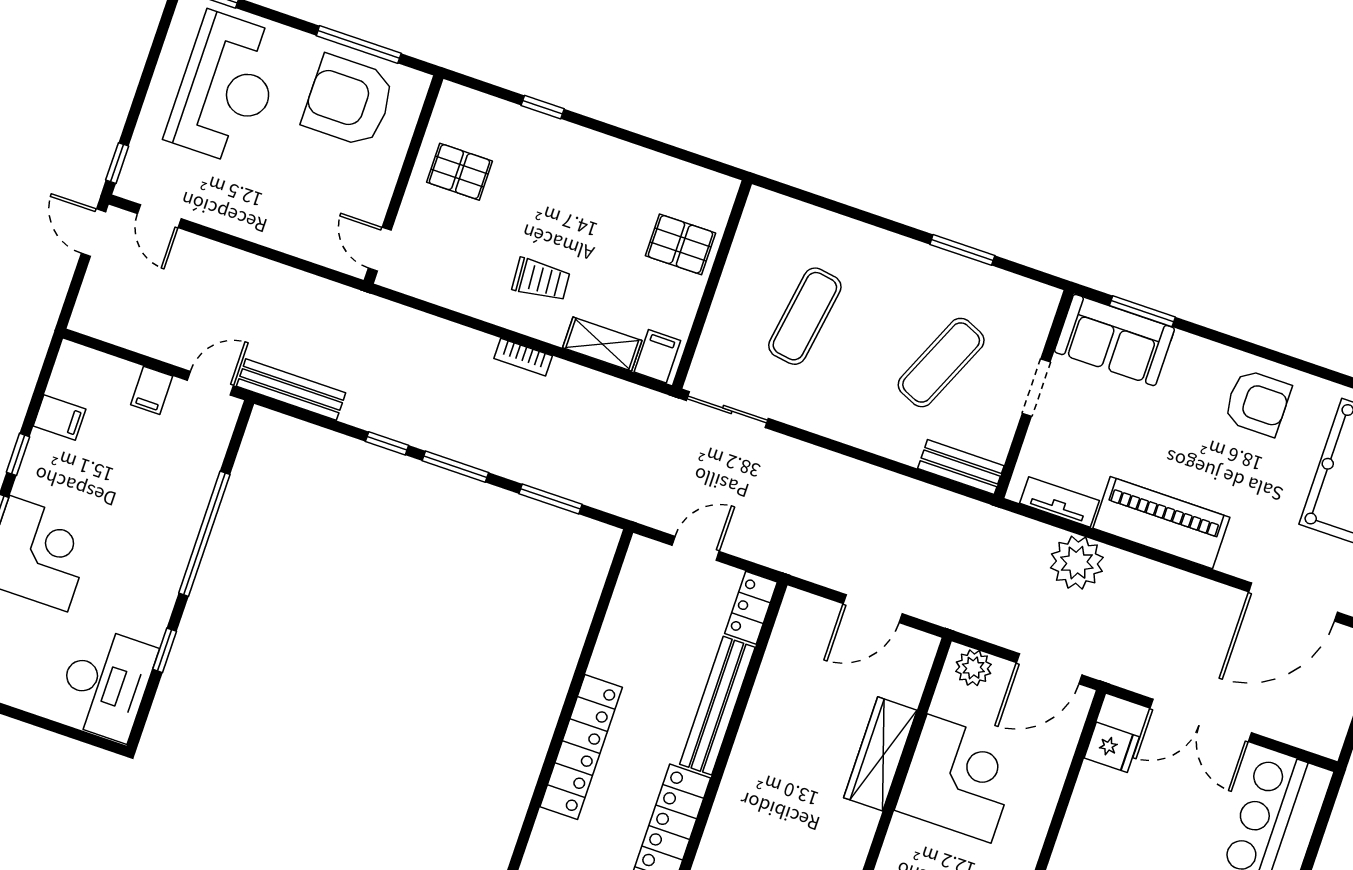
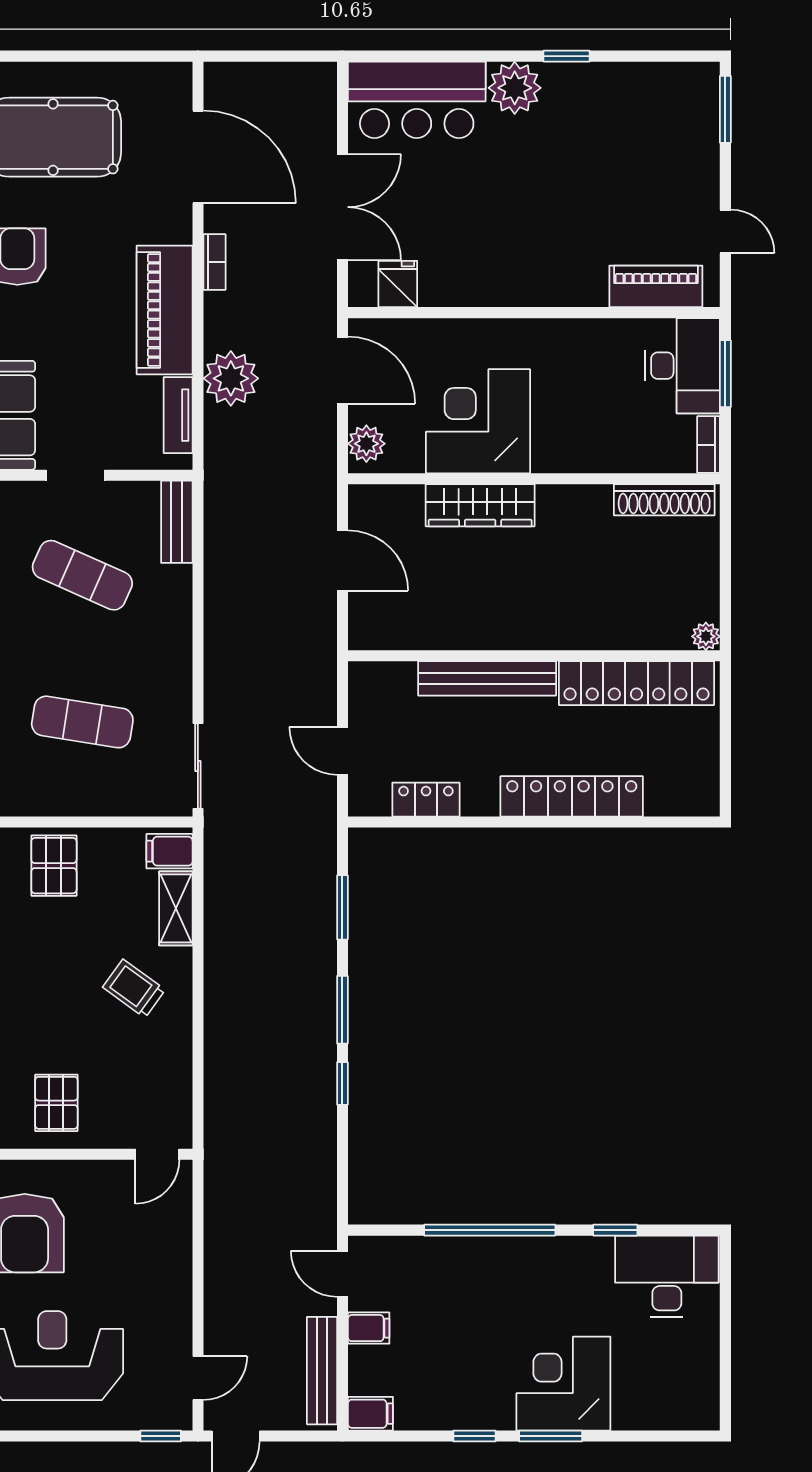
trolley: (541, 280) -> (134, 988), turned -50
bookcase: (523, 357) -> (214, 262), moved
bench: (291, 389) -> (322, 1371), moved
filing cabinet: (60, 418) -> (370, 1414), moved, turned 90
locker: (751, 608) -> (426, 800), moved, turned 180

